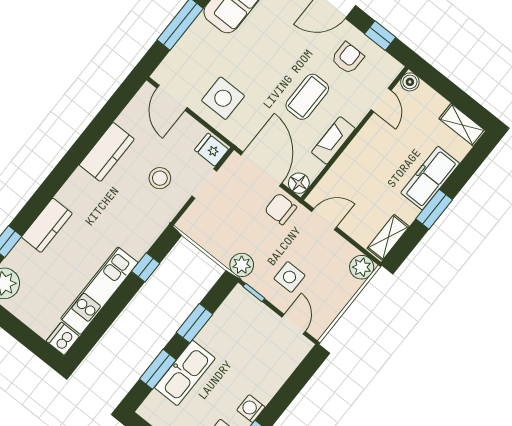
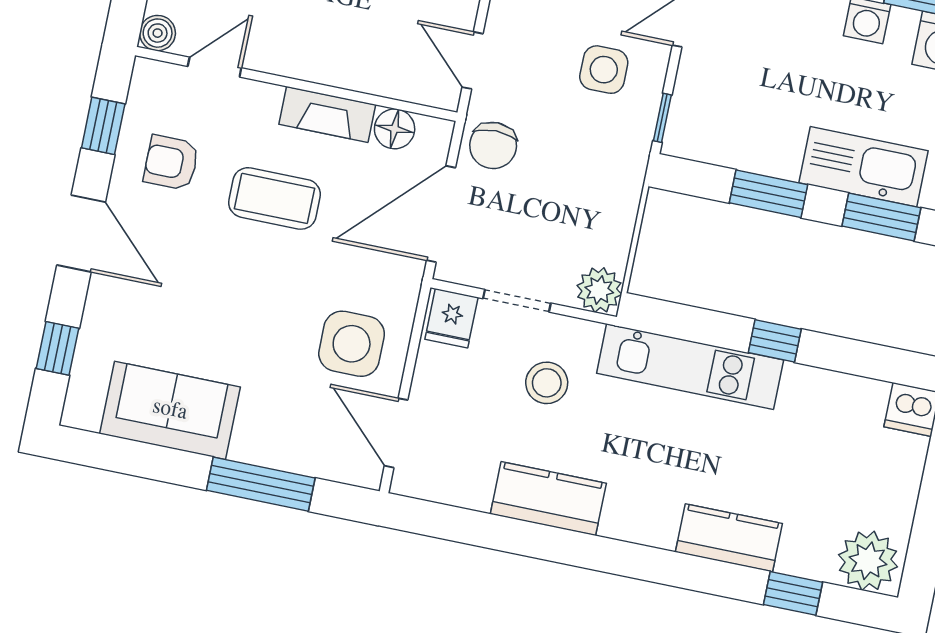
door: (172, 98) -> (396, 433), swing flipped
floor lamp: (299, 183) -> (395, 129), moved
plant: (242, 265) -> (599, 290), moved
window: (146, 267) -> (775, 341), moved
kitchen unit: (99, 291) -> (690, 367), moved

